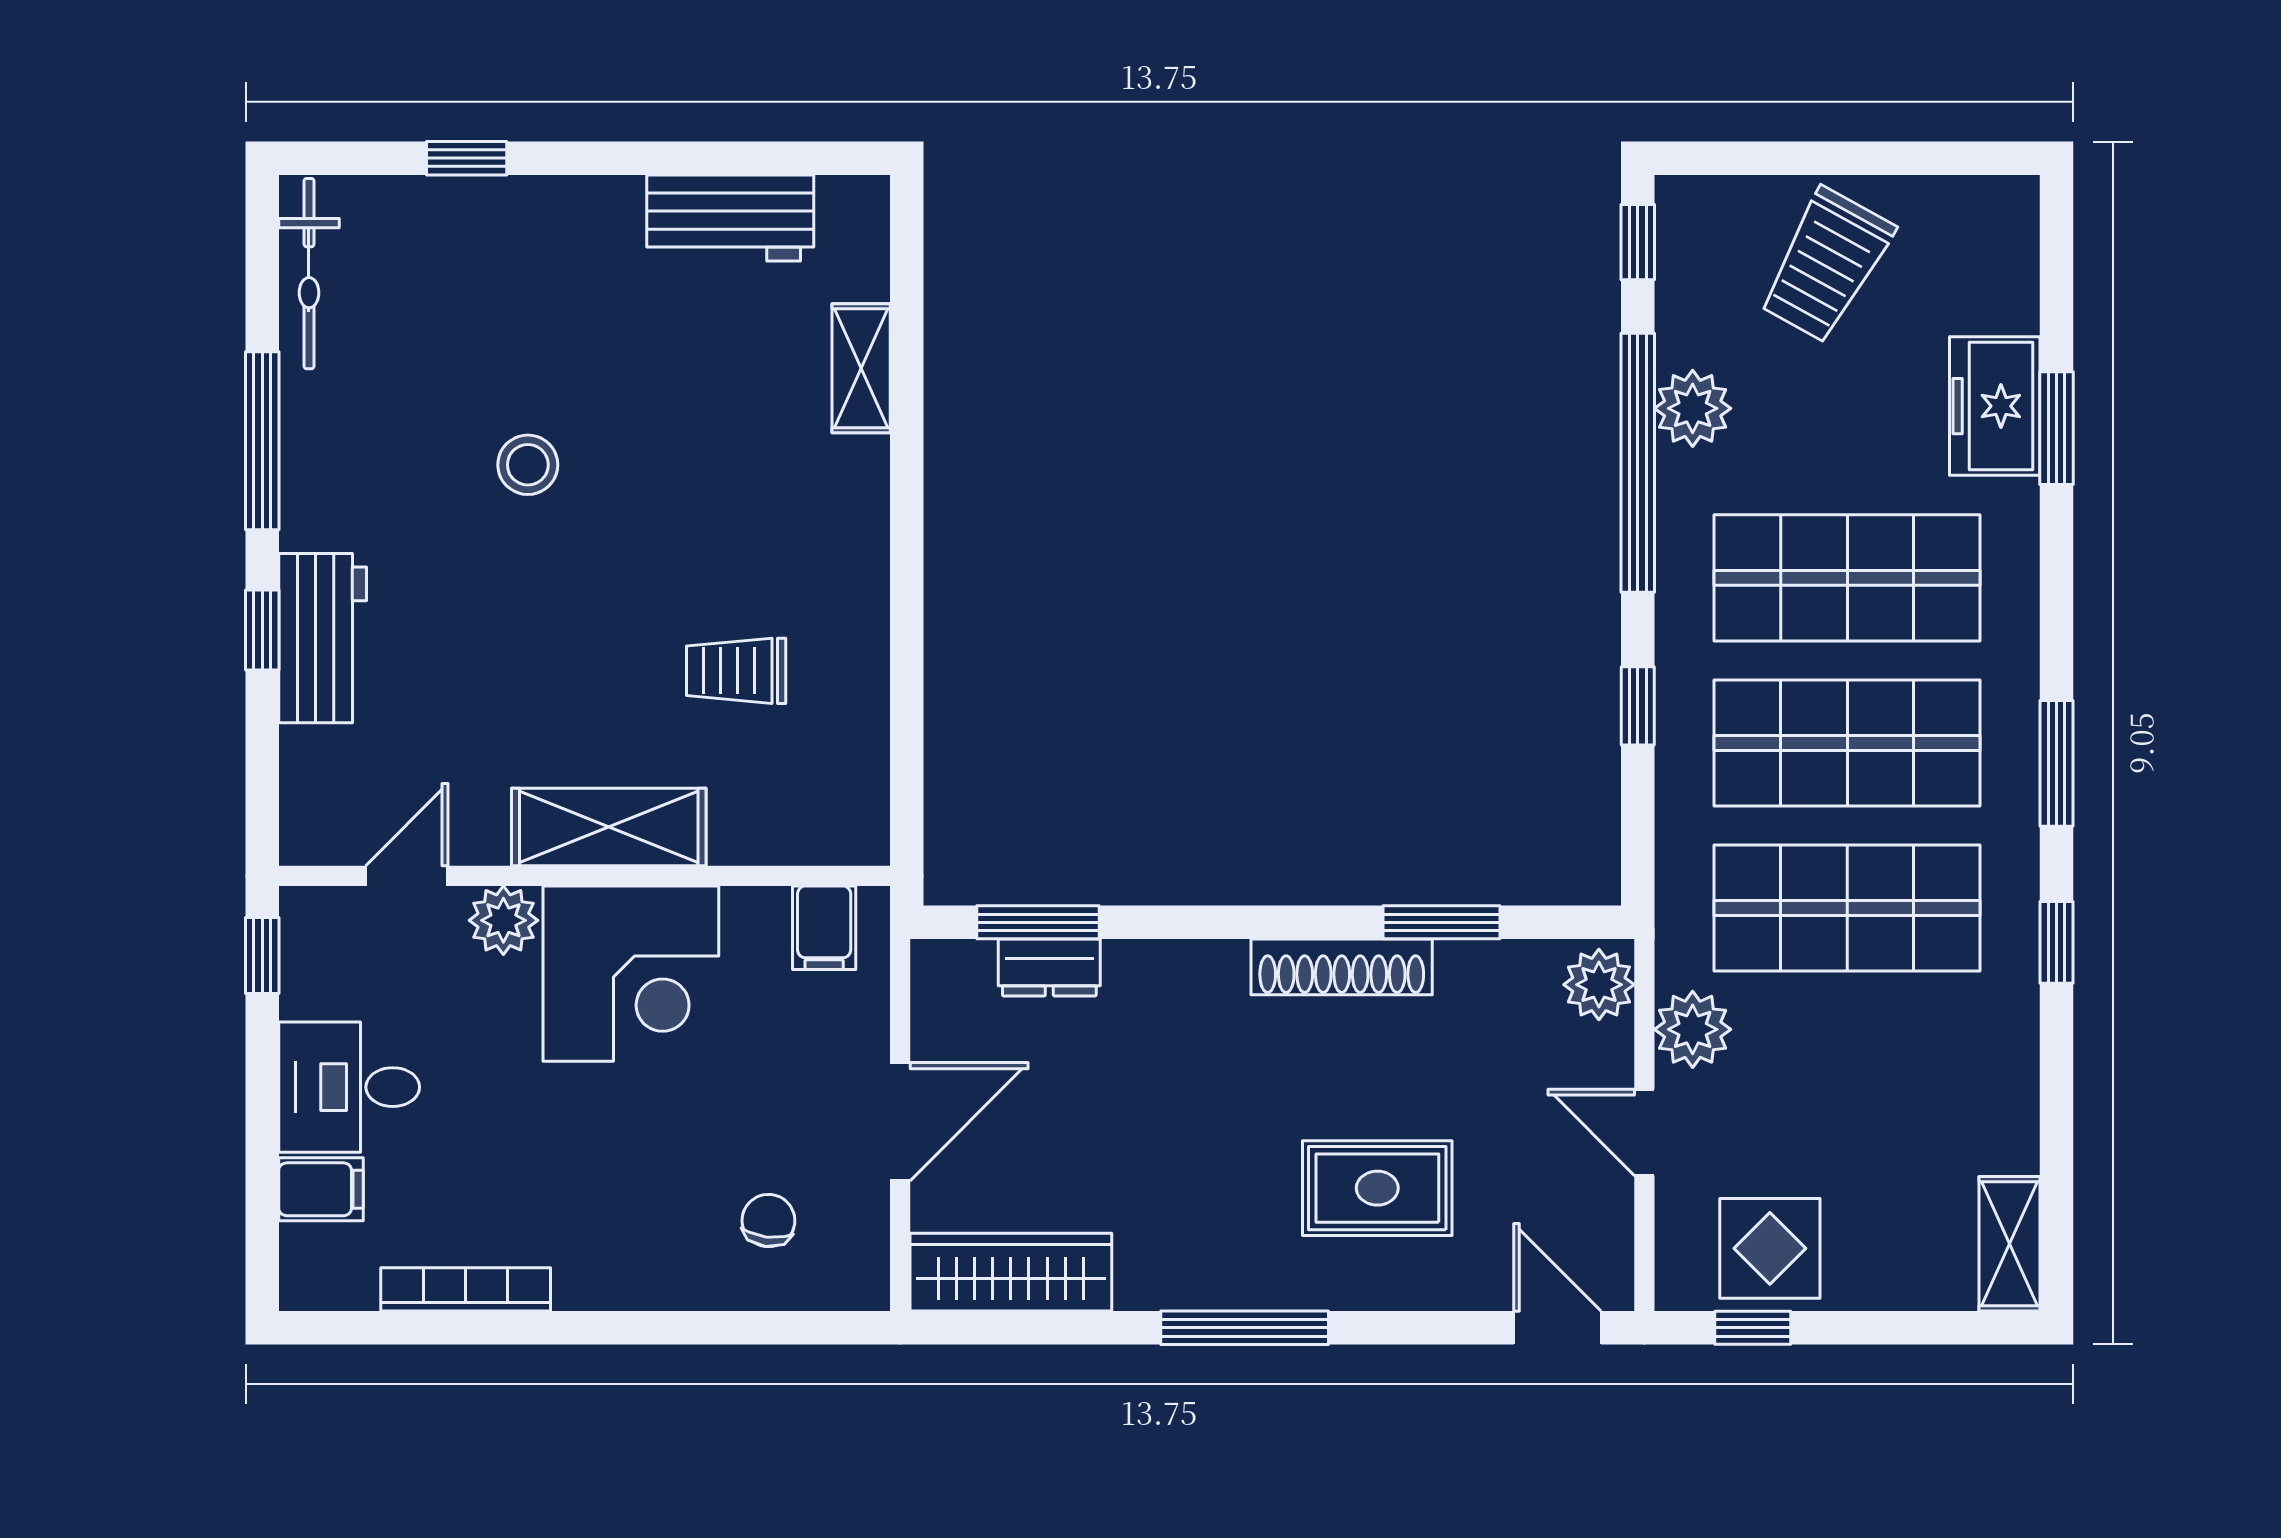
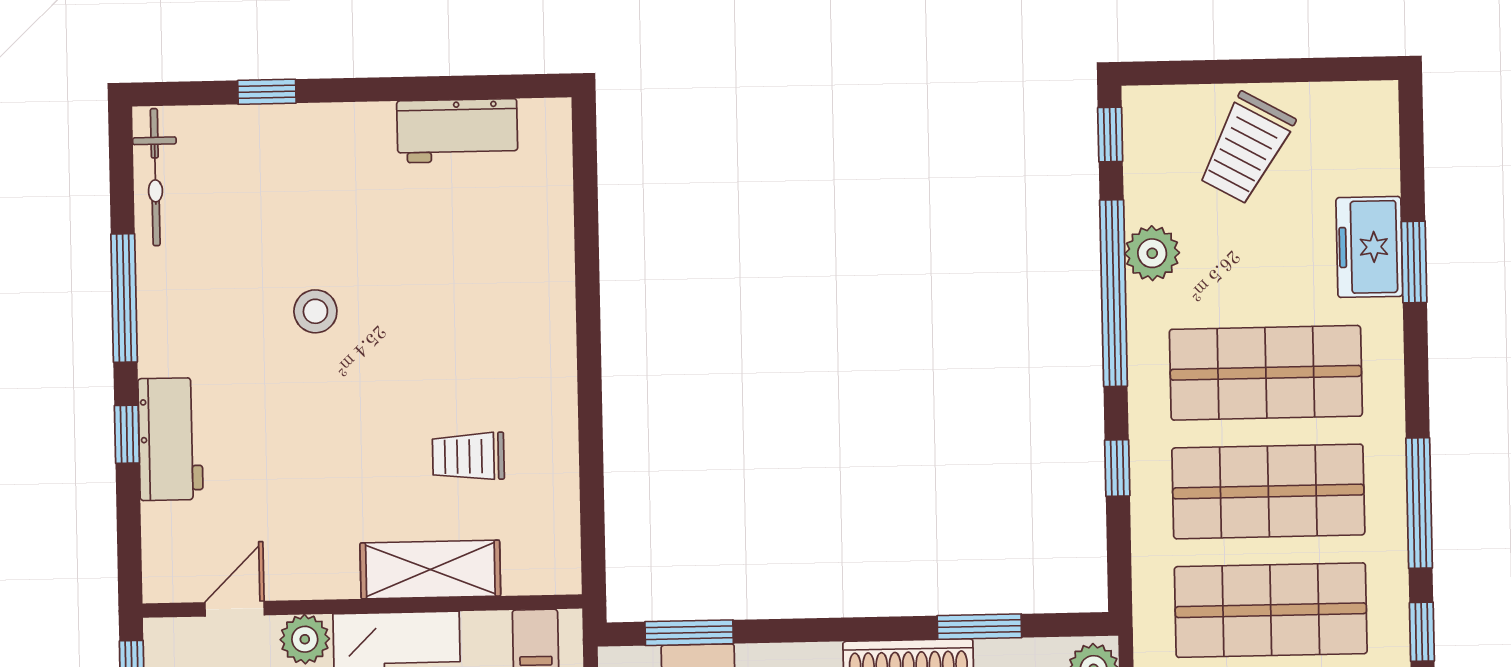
shelving: (861, 368) -> (554, 237), removed
window: (2056, 763) -> (1419, 503), width x1.44
shelving: (609, 827) -> (430, 570), moved

